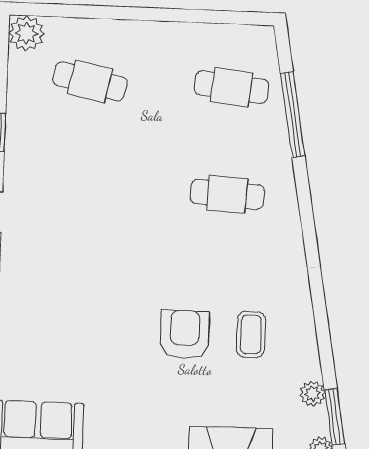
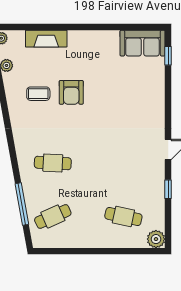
cafe table: (232, 87) -> (53, 216), turned -30
coffee table: (251, 335) -> (38, 94), turned 90

